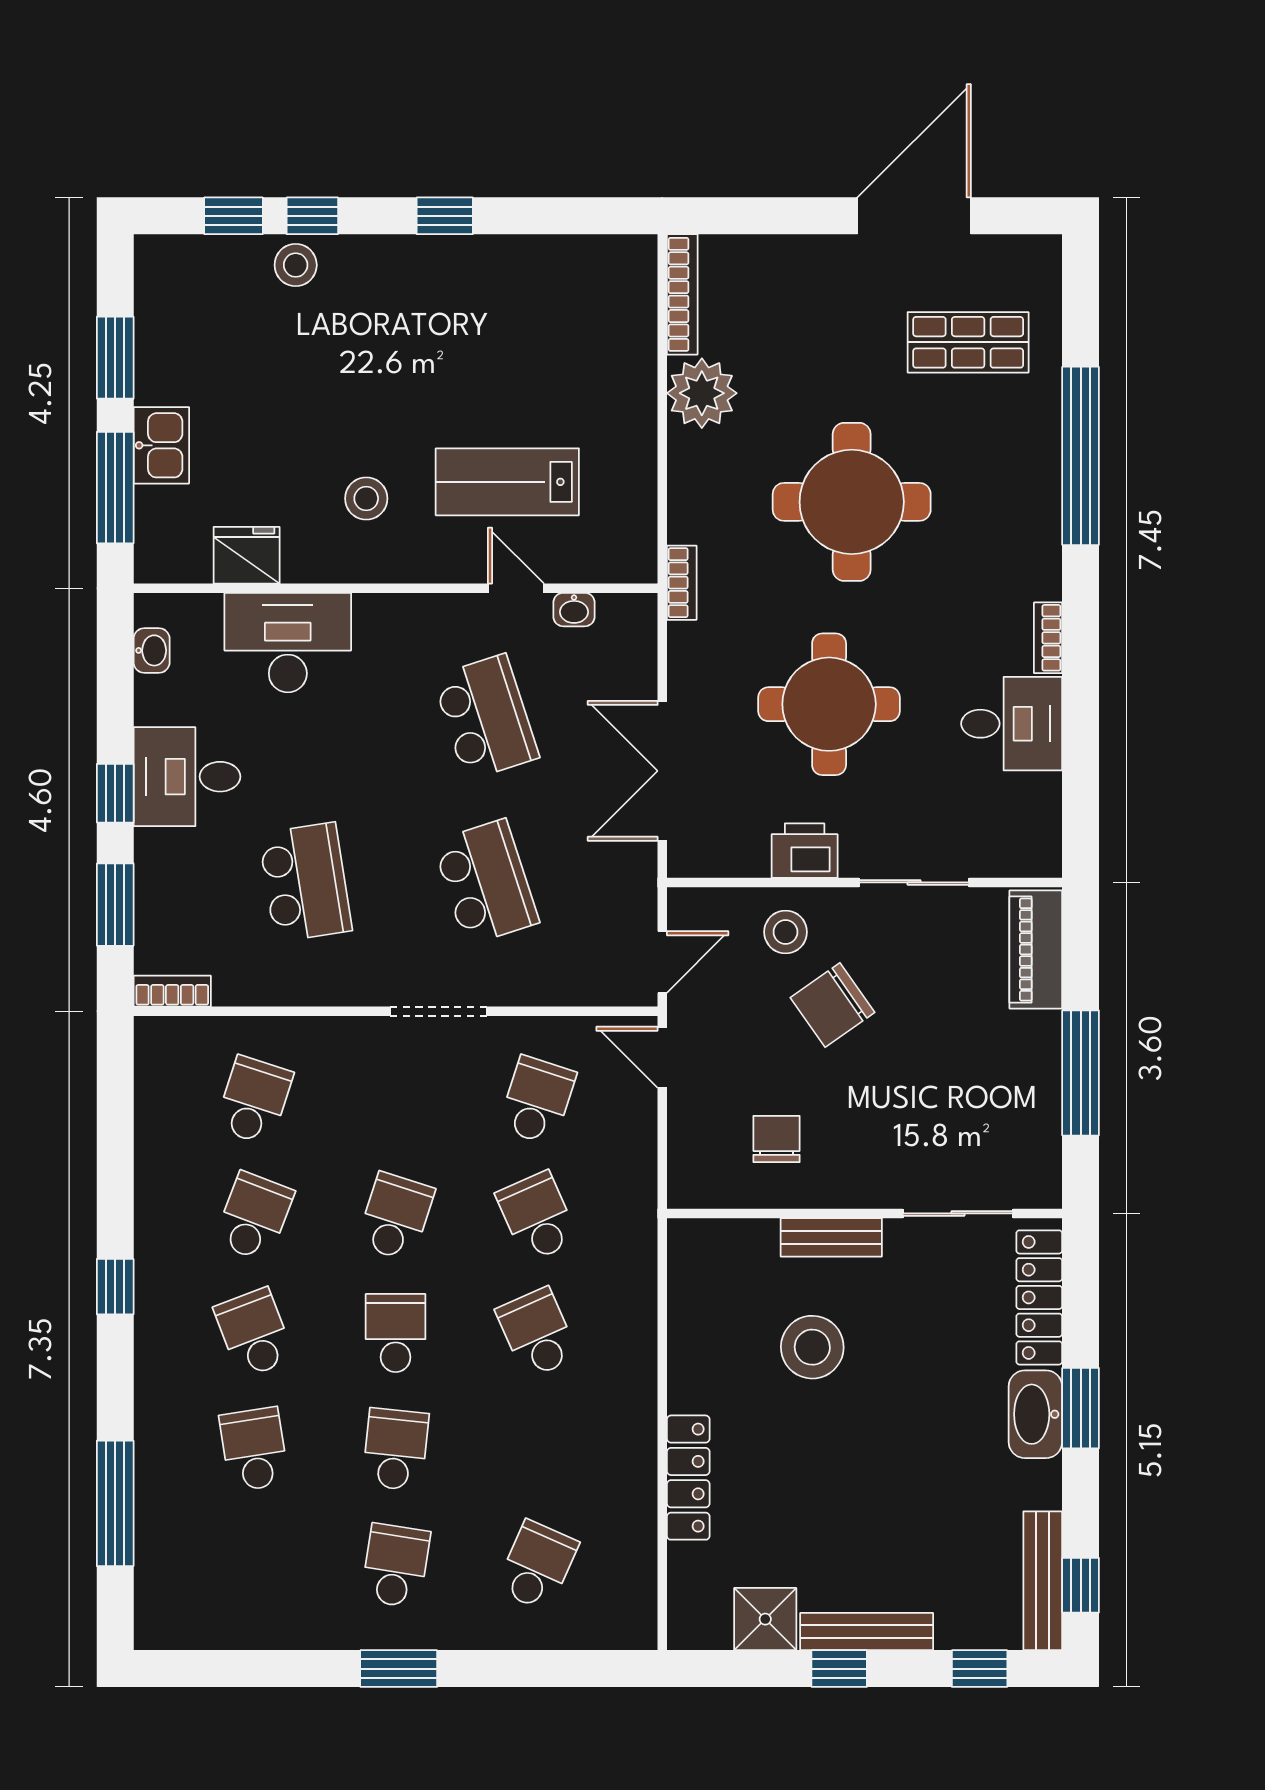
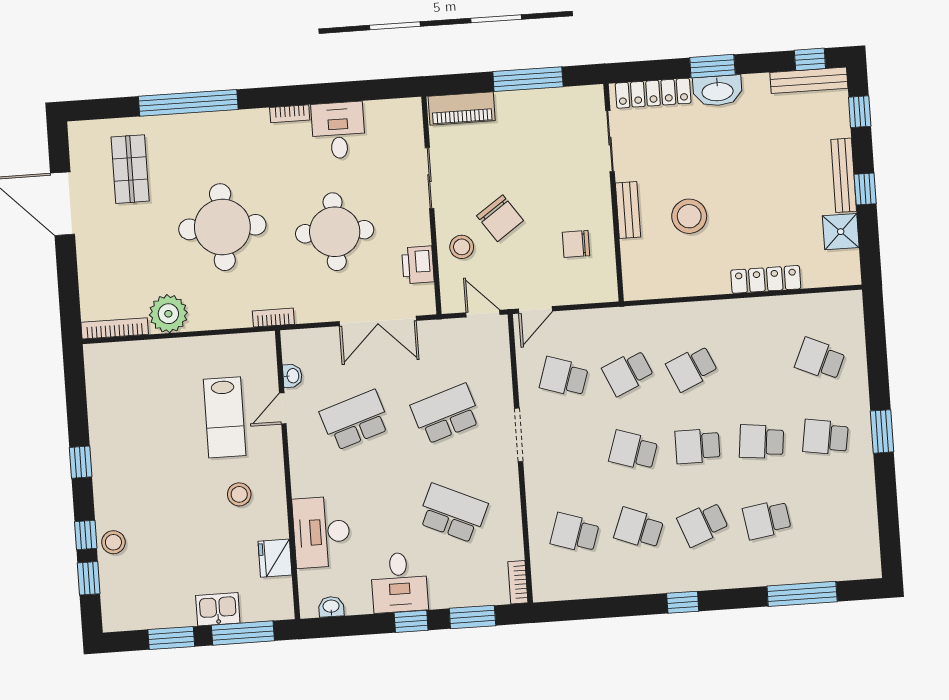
printer: (805, 851) -> (418, 265), moved
school desk: (305, 882) -> (453, 513), turned 33

